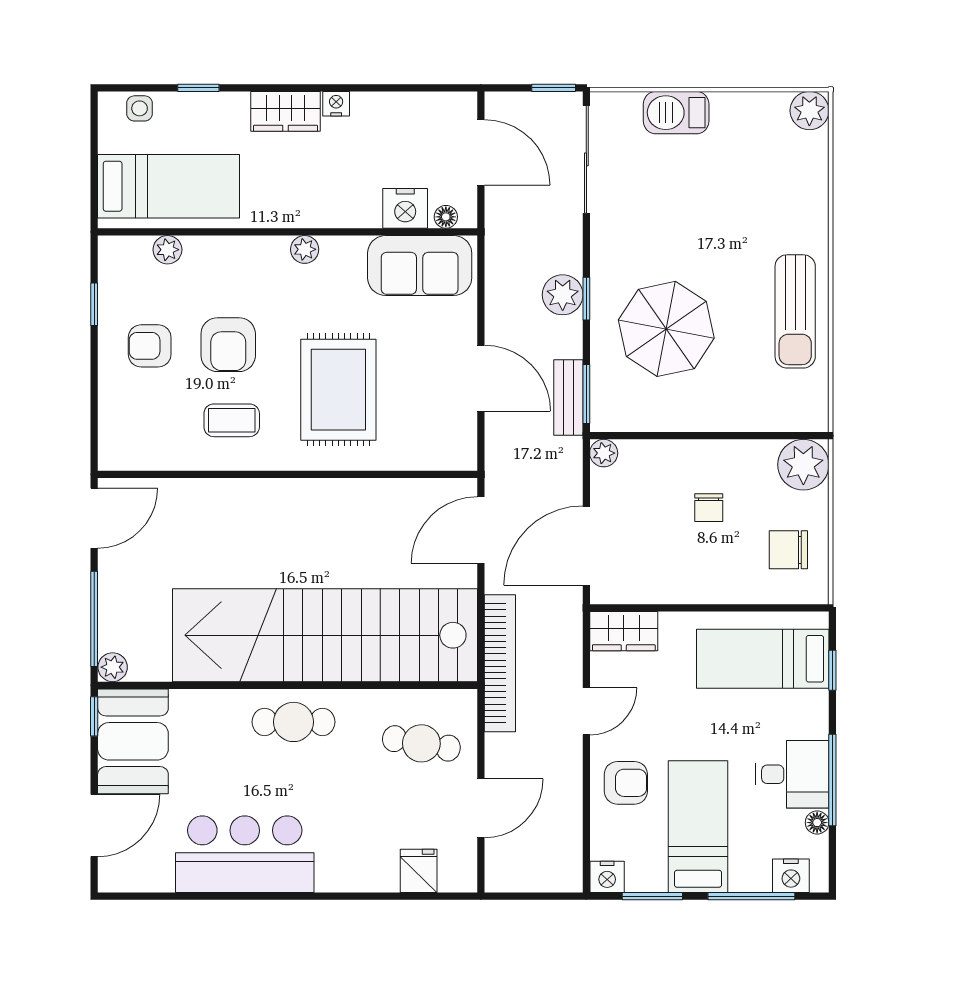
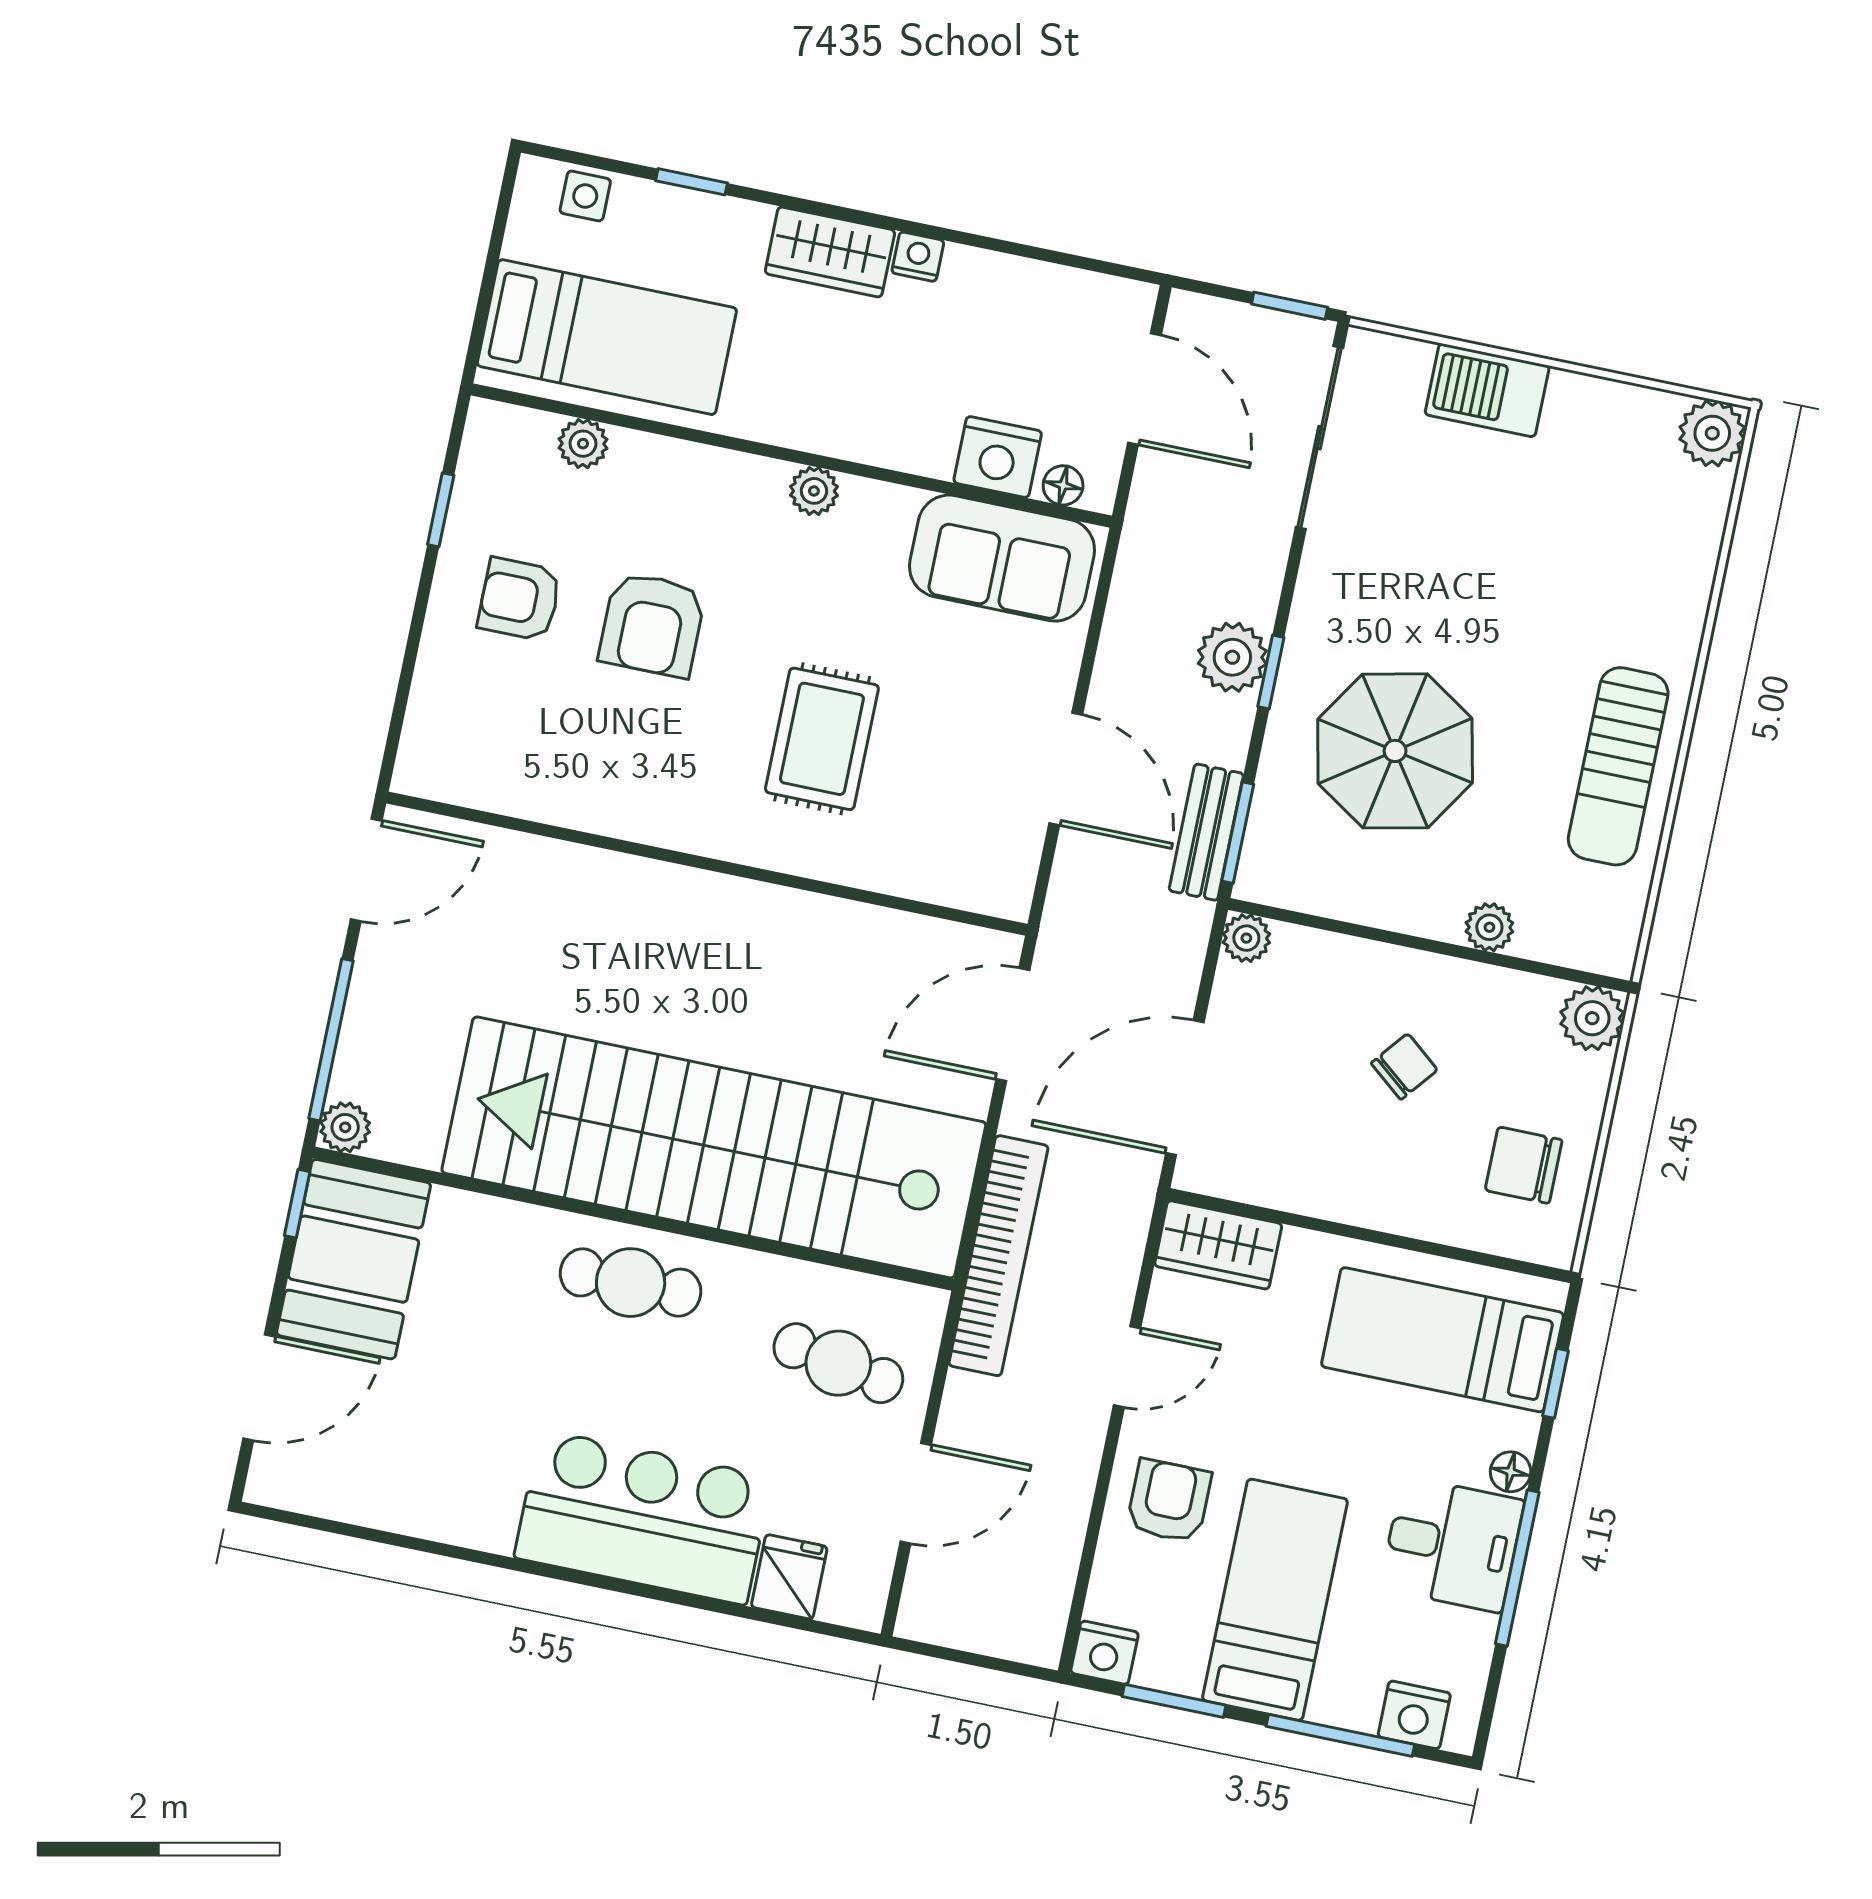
rug: (338, 390) -> (822, 739), width x0.73, depth x0.70
plant: (741, 418) -> (1489, 927), added
coffee table: (232, 420) -> (632, 753), removed
plant: (803, 465) -> (1592, 1018), width x0.73, depth x0.73
chair: (709, 508) -> (1404, 1067), turned -141
armchair: (626, 783) -> (1169, 1501), turned -90
floor lamp: (817, 823) -> (1511, 1472), moved
bar counter: (245, 854) -> (643, 1517), moved

